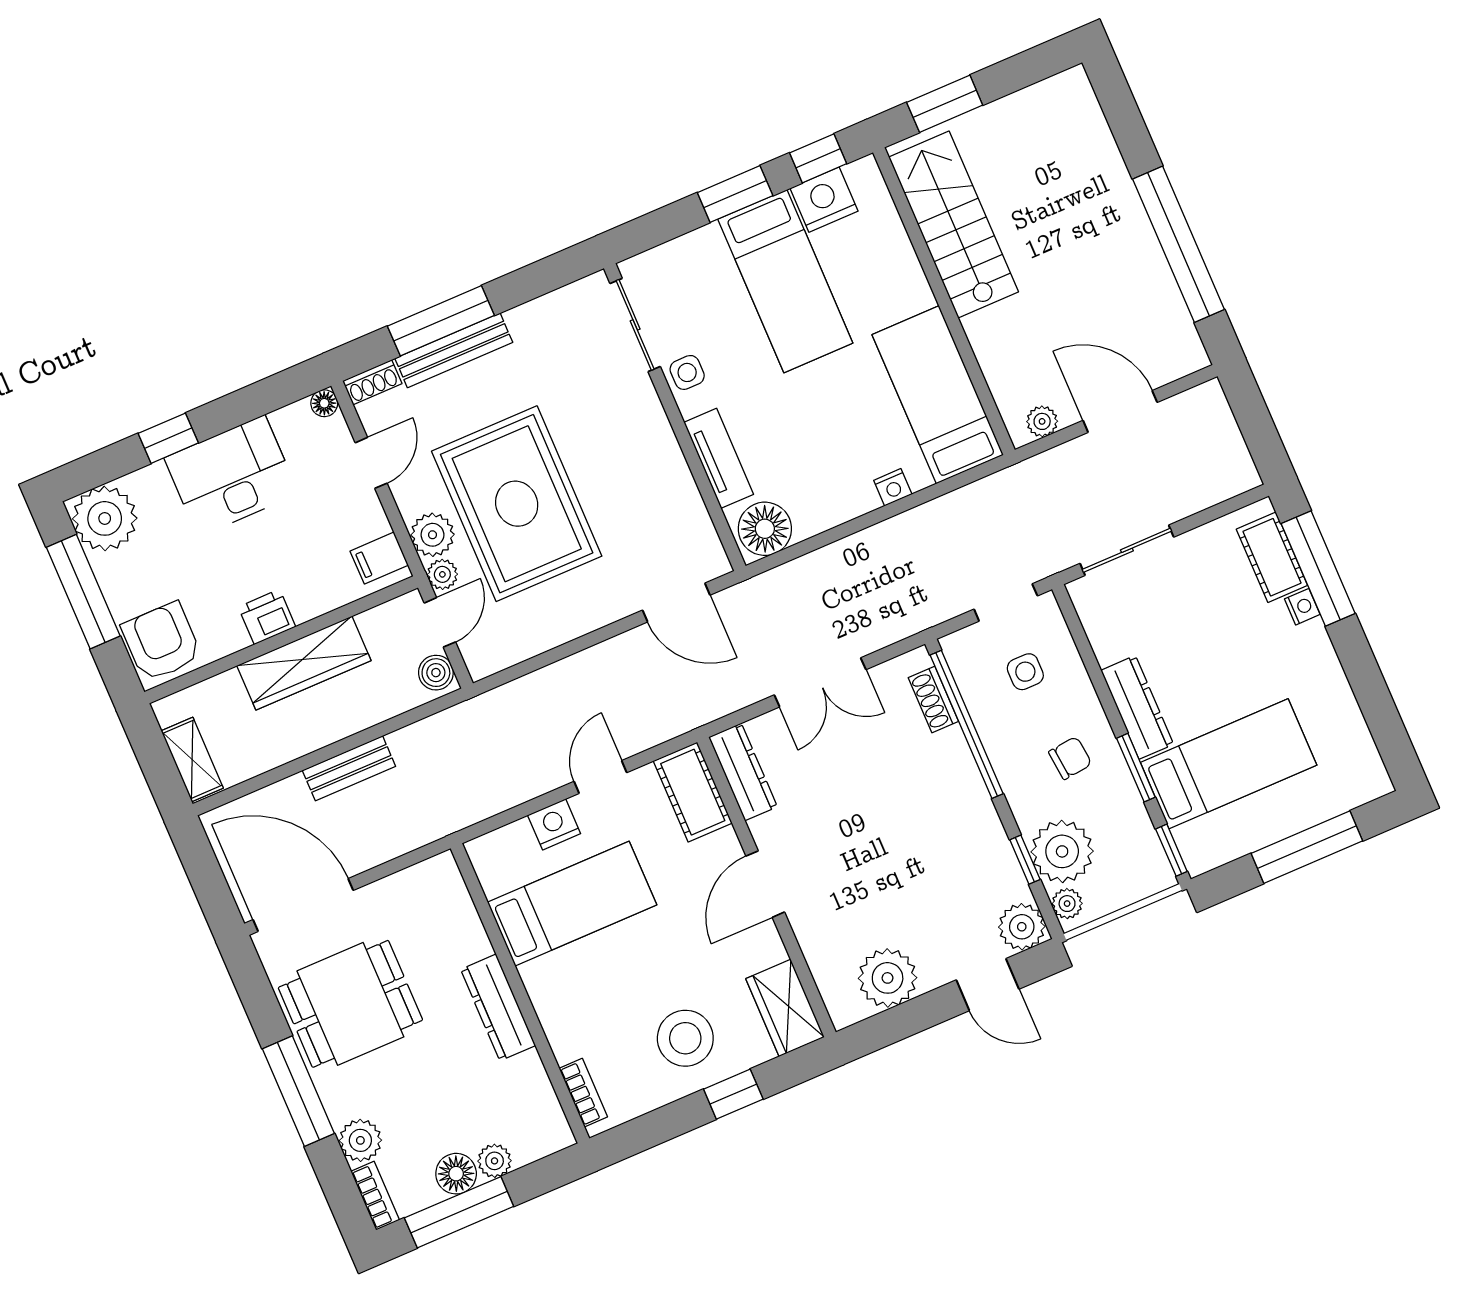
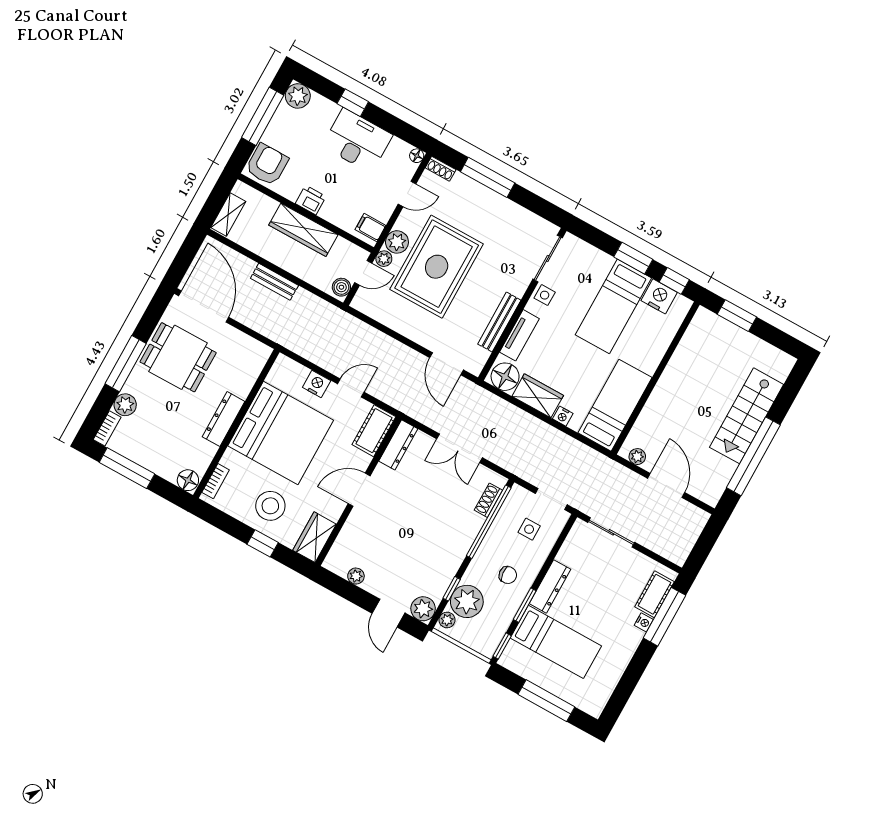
stairs: (954, 225) -> (747, 416), moved, turned 180
bench: (454, 350) -> (499, 322), moved, turned 90
wardrobe: (832, 502) -> (538, 396), added
plant: (105, 518) -> (298, 96), width x0.73, depth x0.73
bed: (572, 904) -> (281, 433), width x2.04
plant: (888, 978) -> (356, 576), width x0.53, depth x0.53
plant: (495, 1161) -> (159, 466), removed
floor lamp: (456, 1174) -> (188, 480), moved

